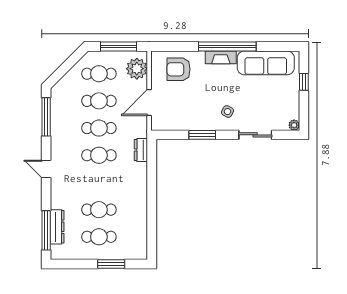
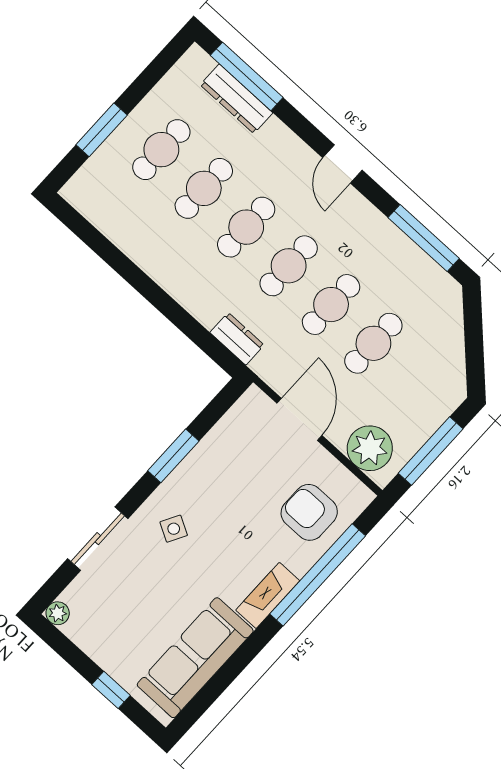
window: (227, 46) -> (318, 575), moved
armchair: (179, 69) -> (309, 512), turned -90
cafe table: (99, 74) -> (246, 227), moved
door: (46, 169) -> (342, 164), swing flipped

